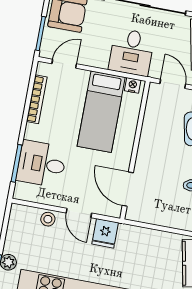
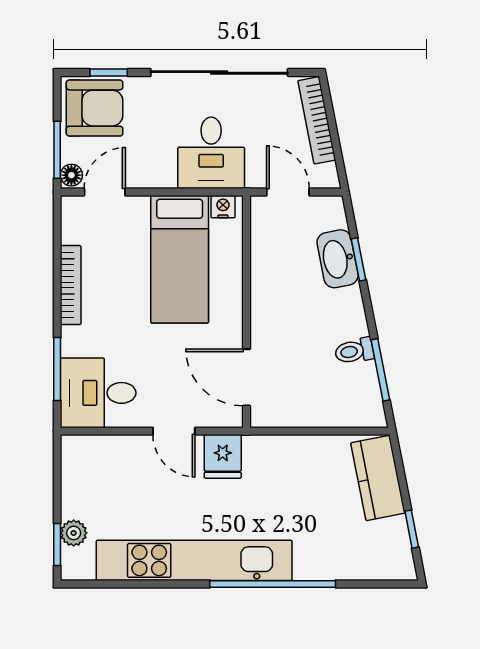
floor lamp: (46, 50) -> (71, 175), added
bookcase: (37, 99) -> (71, 285), moved
desk: (42, 164) -> (98, 393), moved
stool: (48, 219) -> (125, 451), removed

